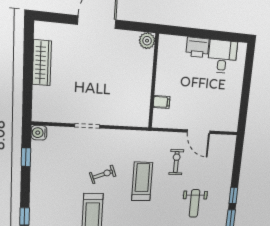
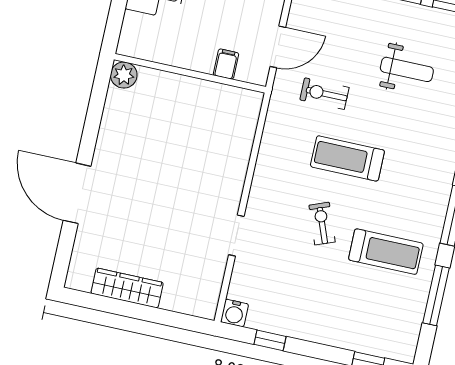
plant: (147, 41) -> (124, 75), moved
printer: (198, 47) -> (136, 33), removed
wall: (154, 81) -> (190, 73), moved
filing cabinet: (162, 102) -> (226, 64), moved

